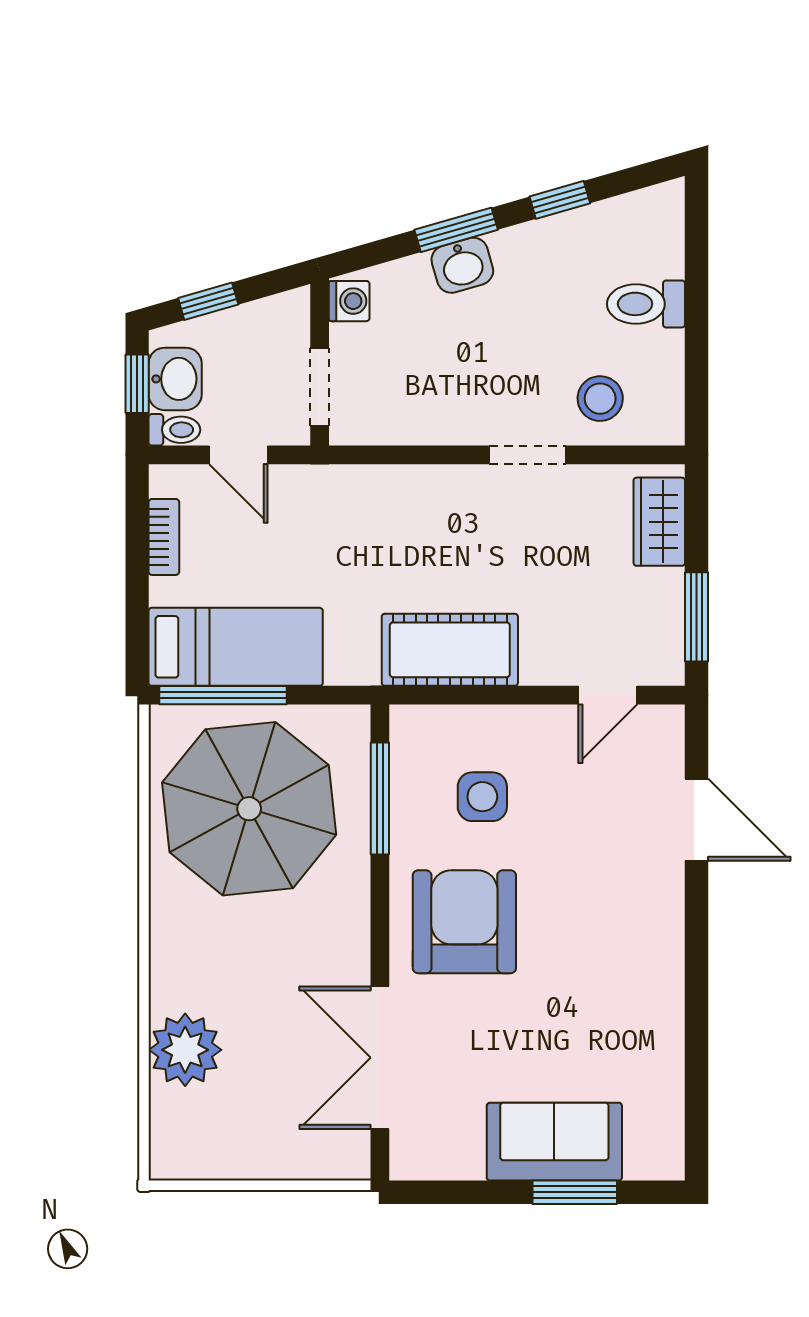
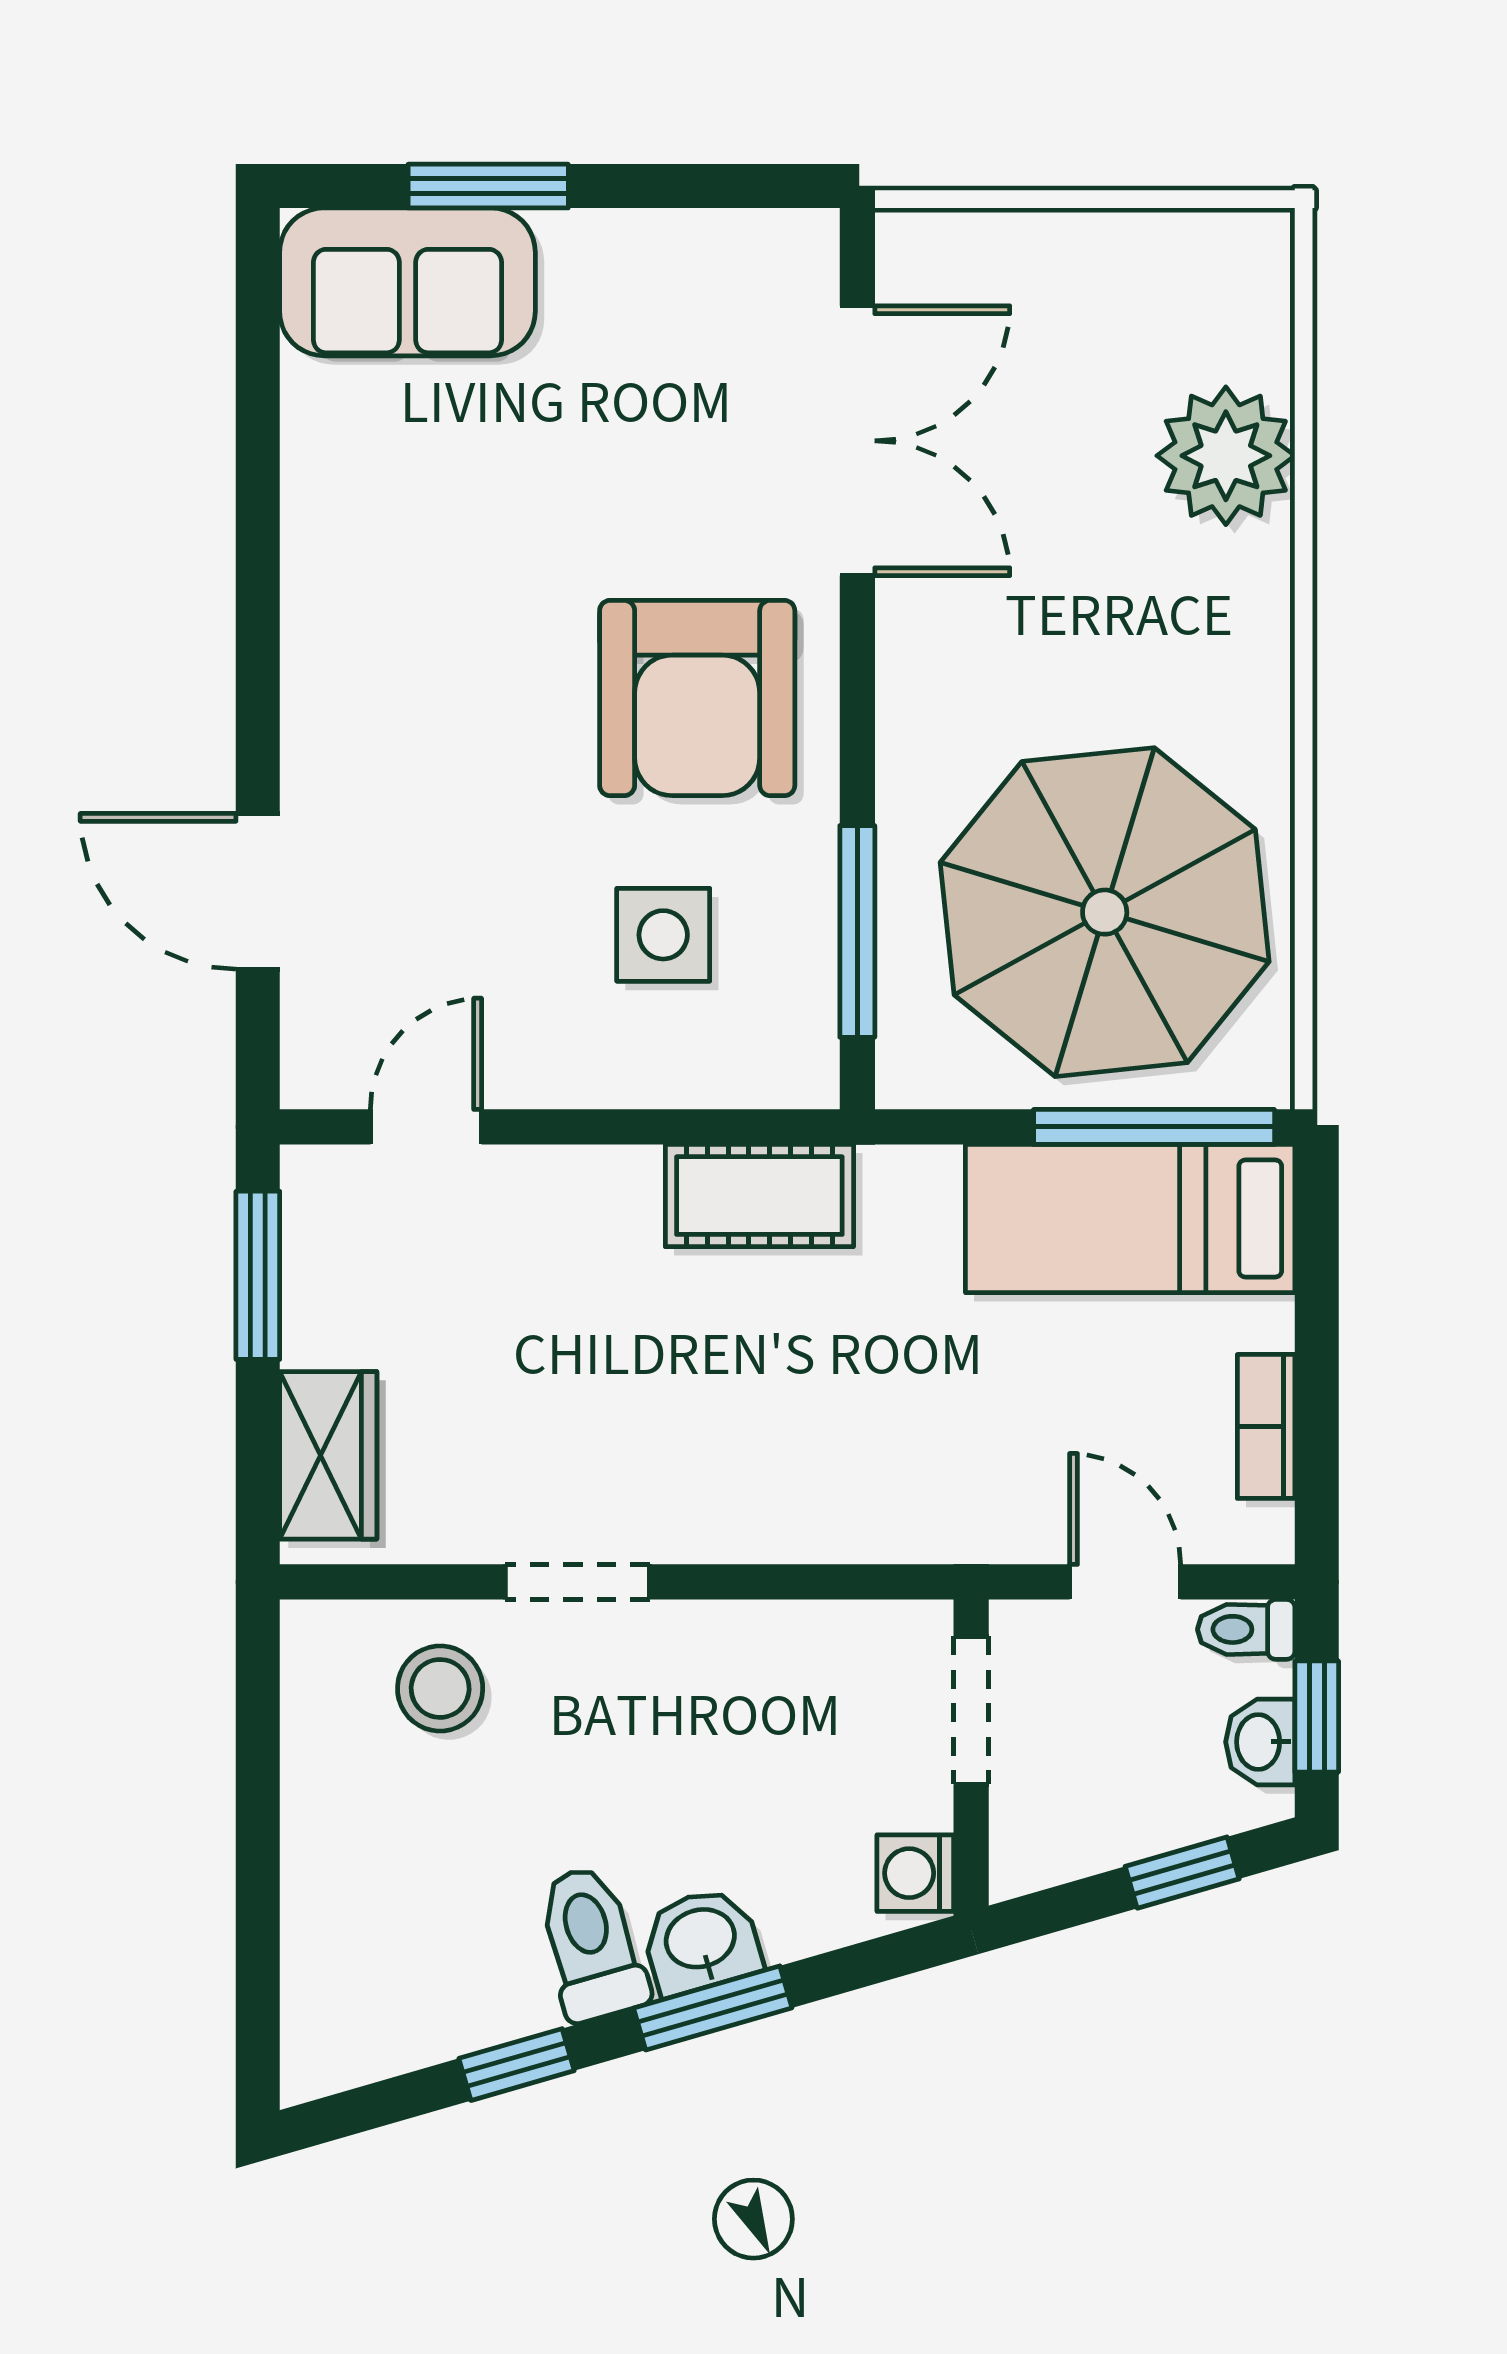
toilet: (646, 304) -> (592, 1943), moved, turned -106
washbasin: (175, 379) -> (1260, 1742), width x0.72, depth x0.69
cot: (450, 650) -> (759, 1196), width x0.73, depth x0.75
sofa: (554, 1142) -> (407, 282), moved

